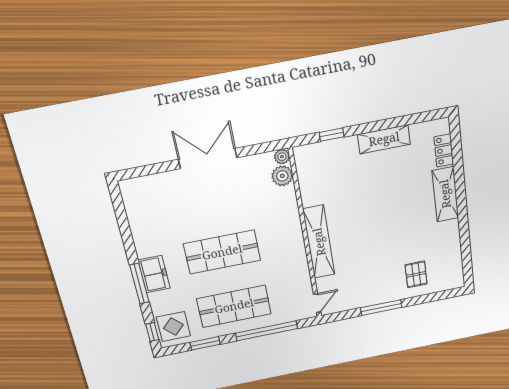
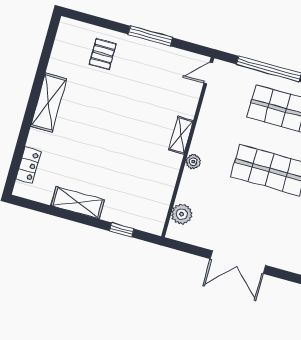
plant: (282, 157) -> (193, 162), moved
shelving: (445, 194) -> (49, 103), moved
shelving: (319, 242) -> (181, 135), width x0.45, depth x0.75

